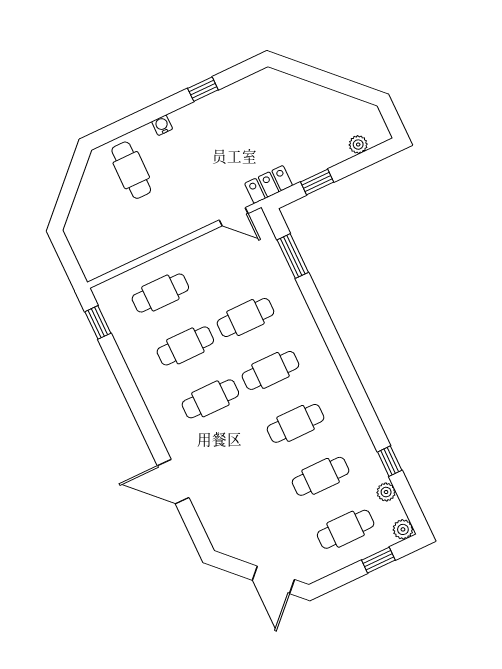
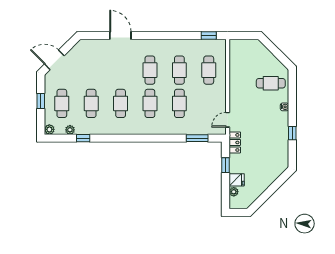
fridge: (334, 149) -> (237, 180), added
door: (173, 482) -> (120, 35), hinge flipped
window: (378, 560) -> (41, 101), moved

